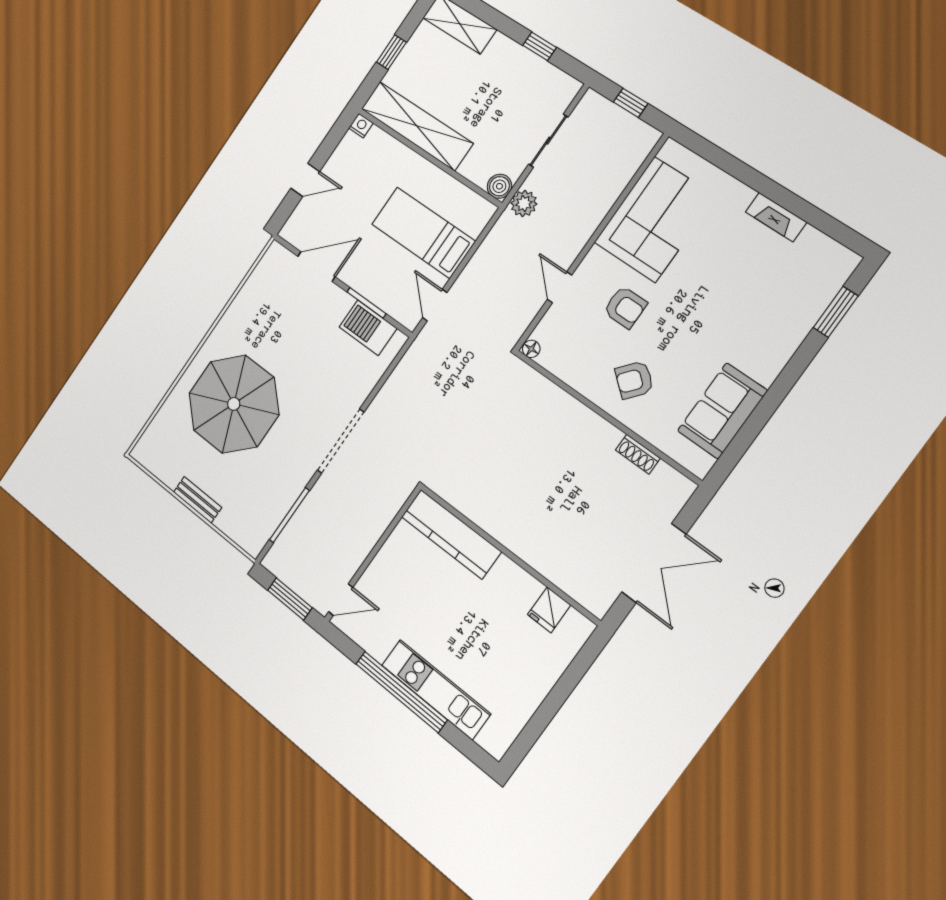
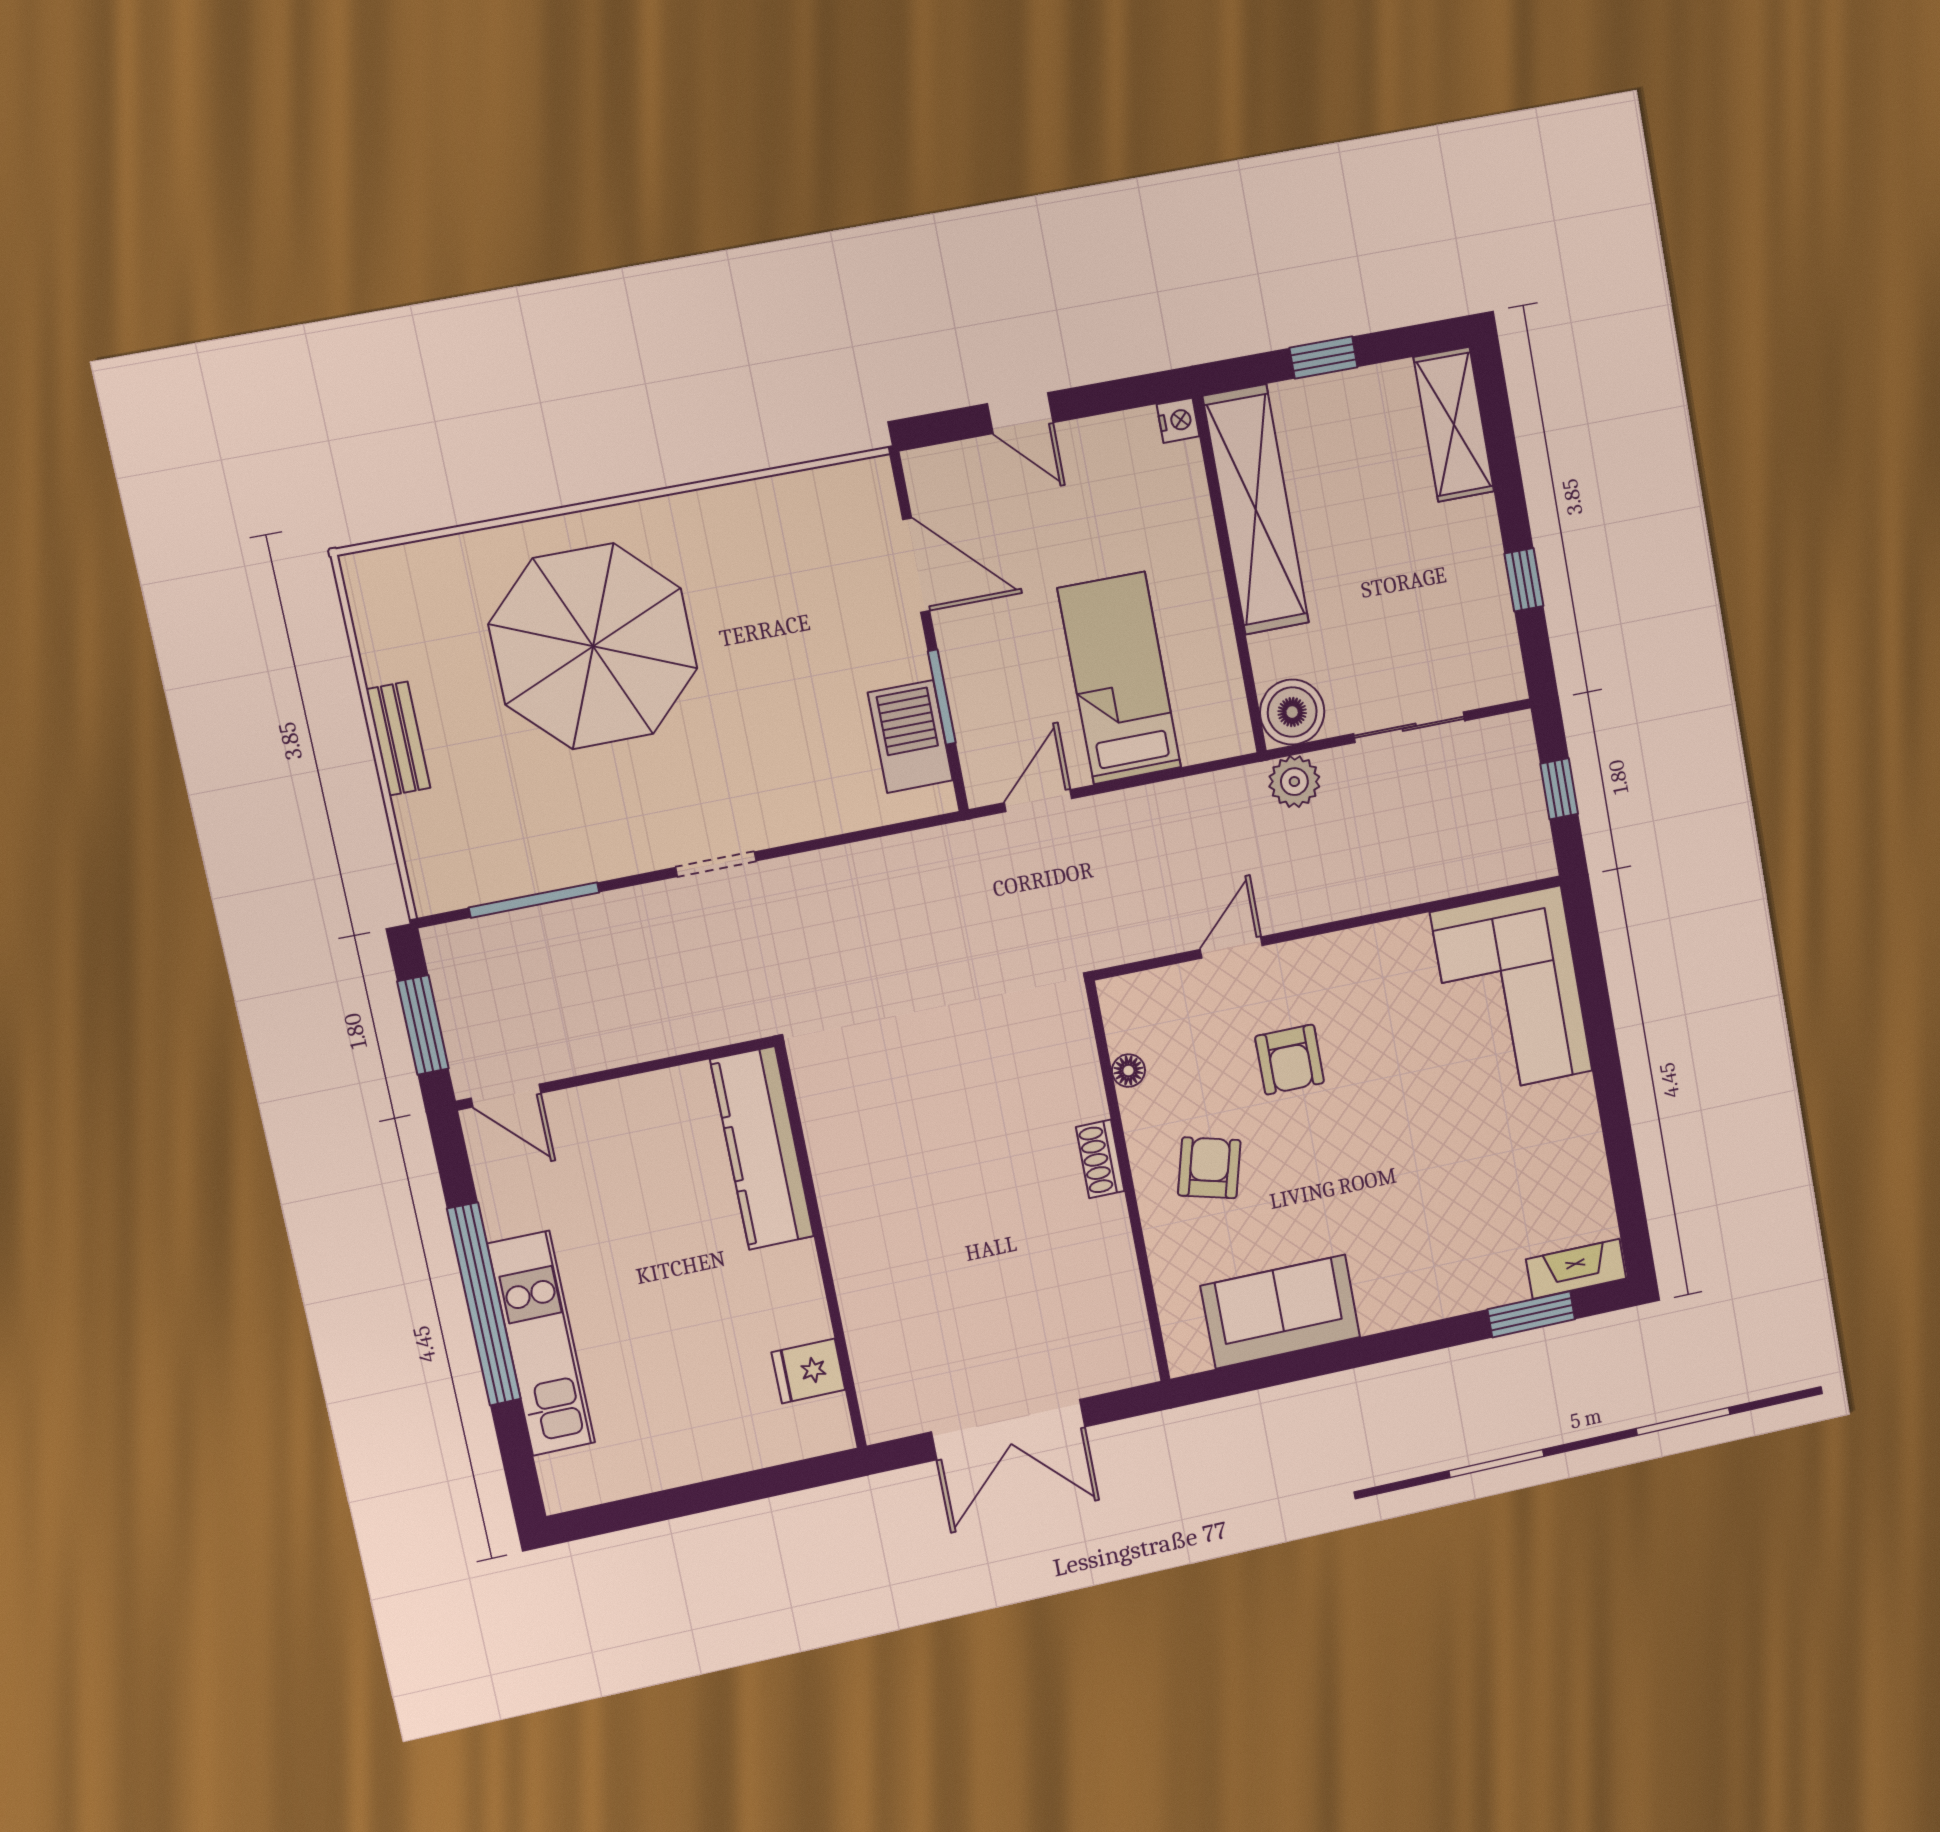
boiler: (499, 186) -> (1292, 712), width x1.36, depth x1.36
fireplace: (776, 217) -> (1576, 1269), moved, turned 90
corner sofa: (655, 219) -> (1511, 992), moved, turned 90
floor lamp: (531, 349) -> (1128, 1071), moved
armchair: (634, 380) -> (1209, 1168), turned 65
doorway: (341, 441) -> (716, 864), width x0.53
shoe rack: (638, 454) -> (1100, 1159), moved

